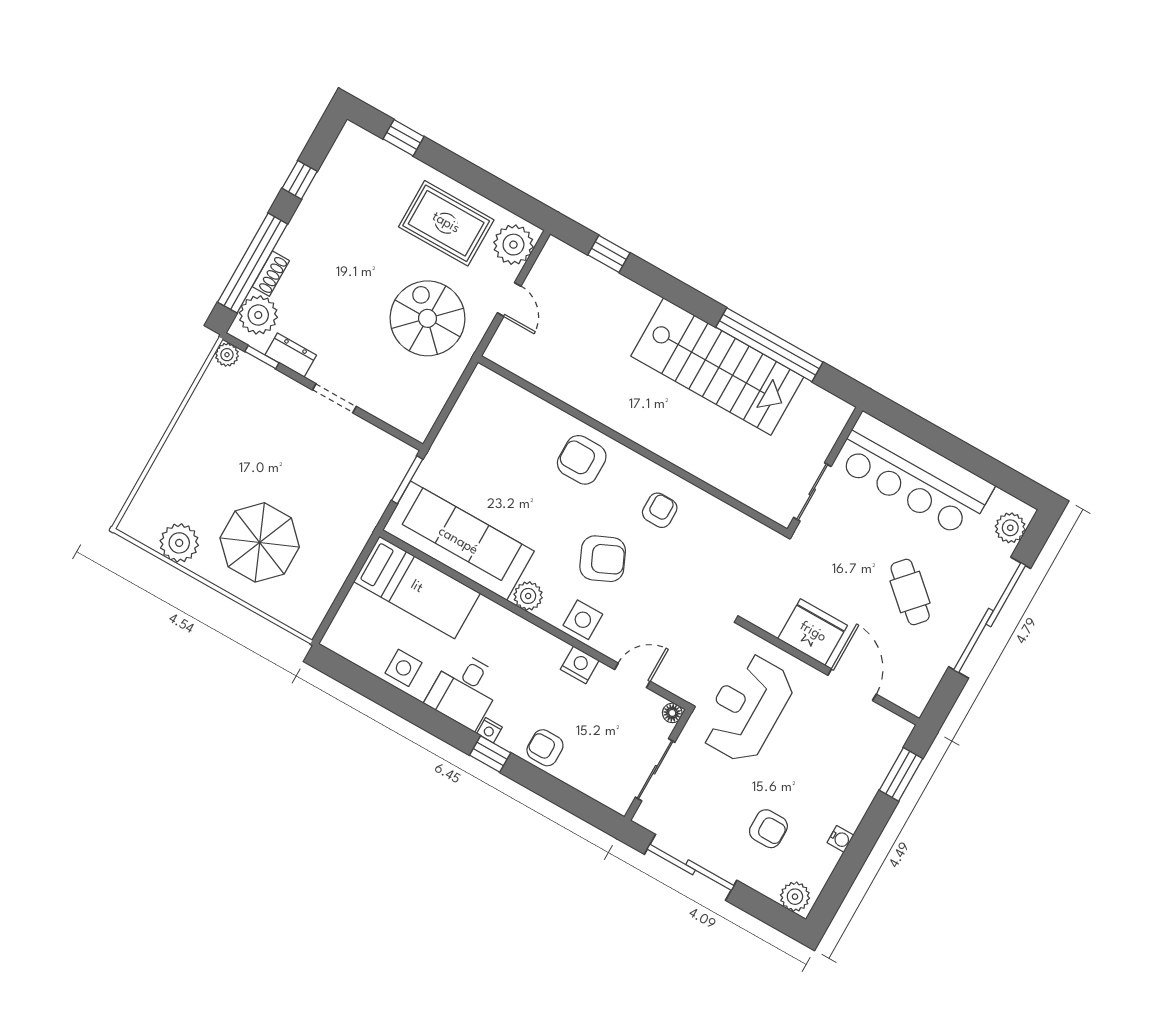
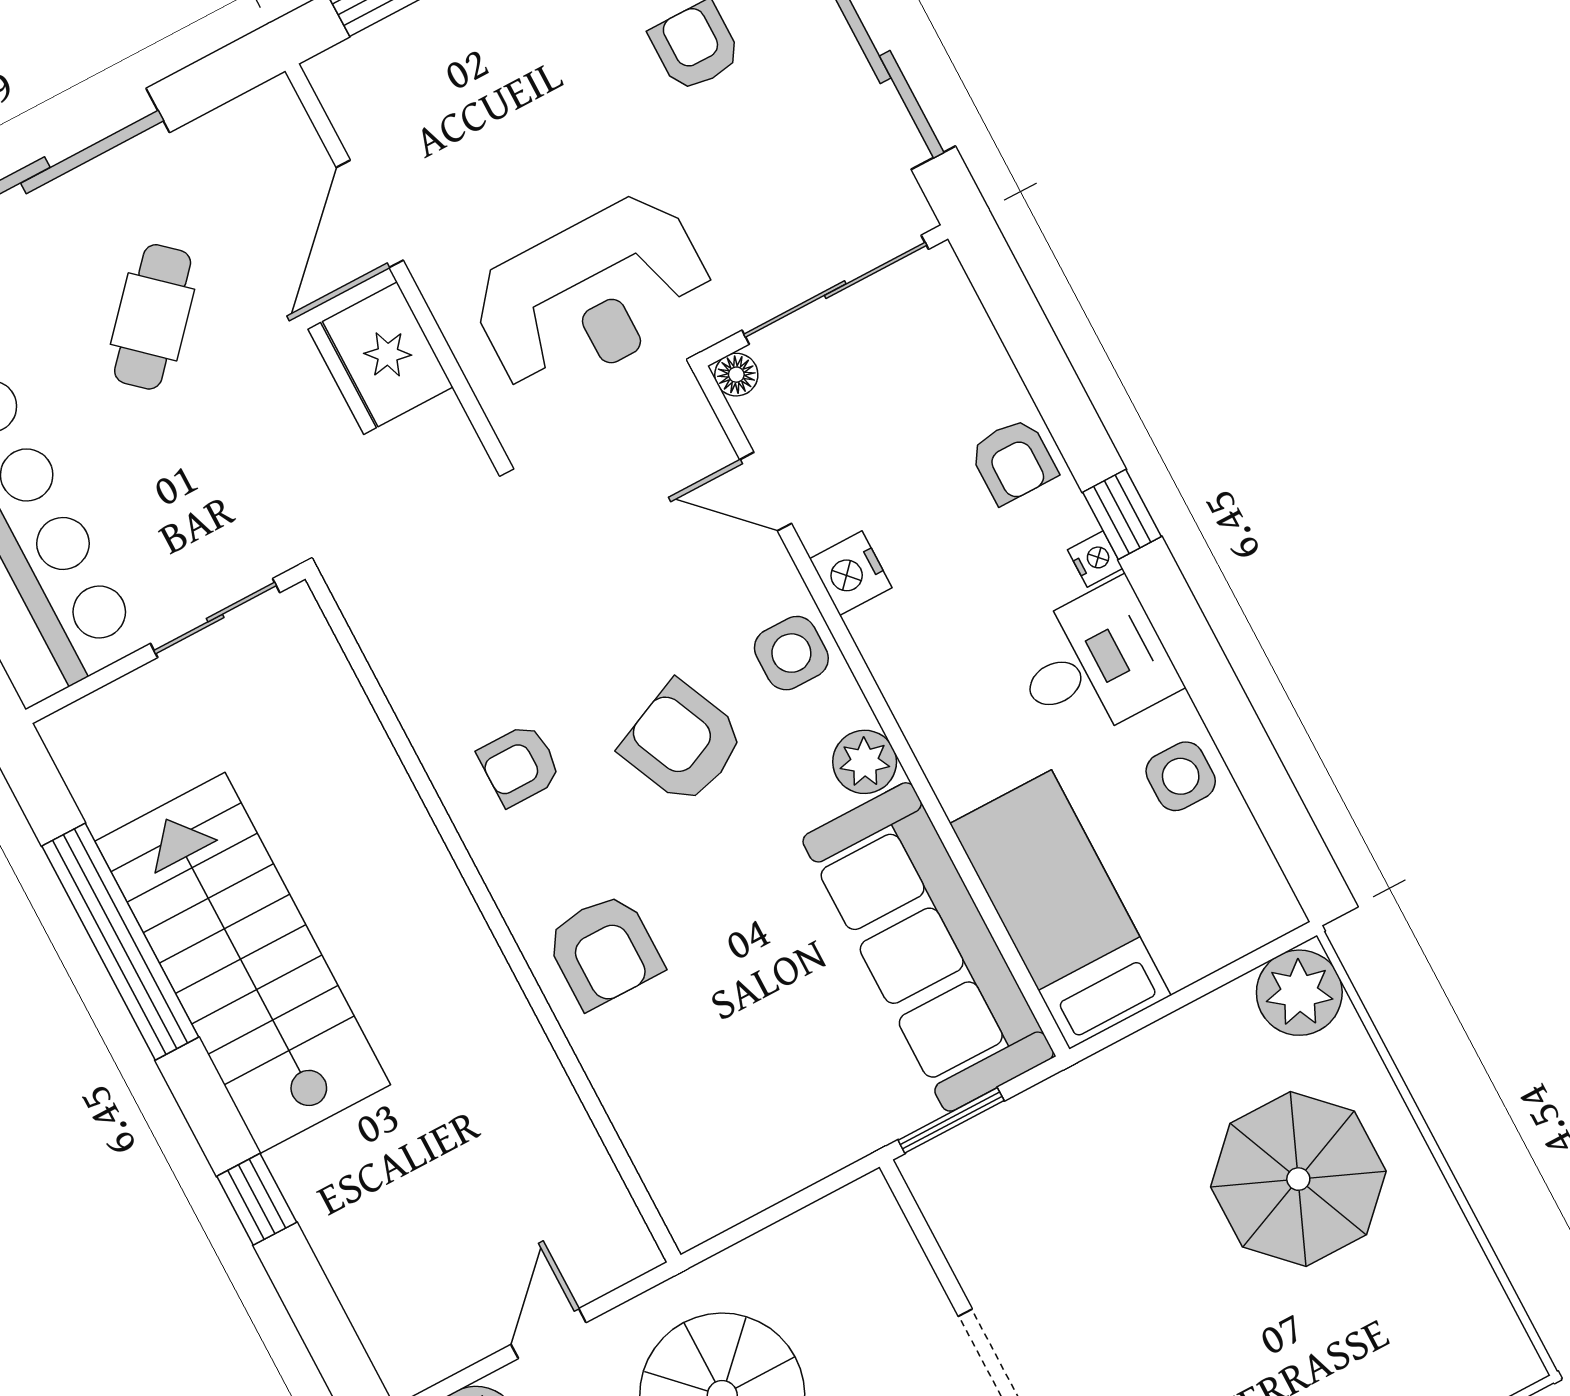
window: (609, 254) -> (257, 1199), moved
plant: (179, 543) -> (1299, 993), moved
sliding door: (655, 770) -> (835, 290), width x1.37

